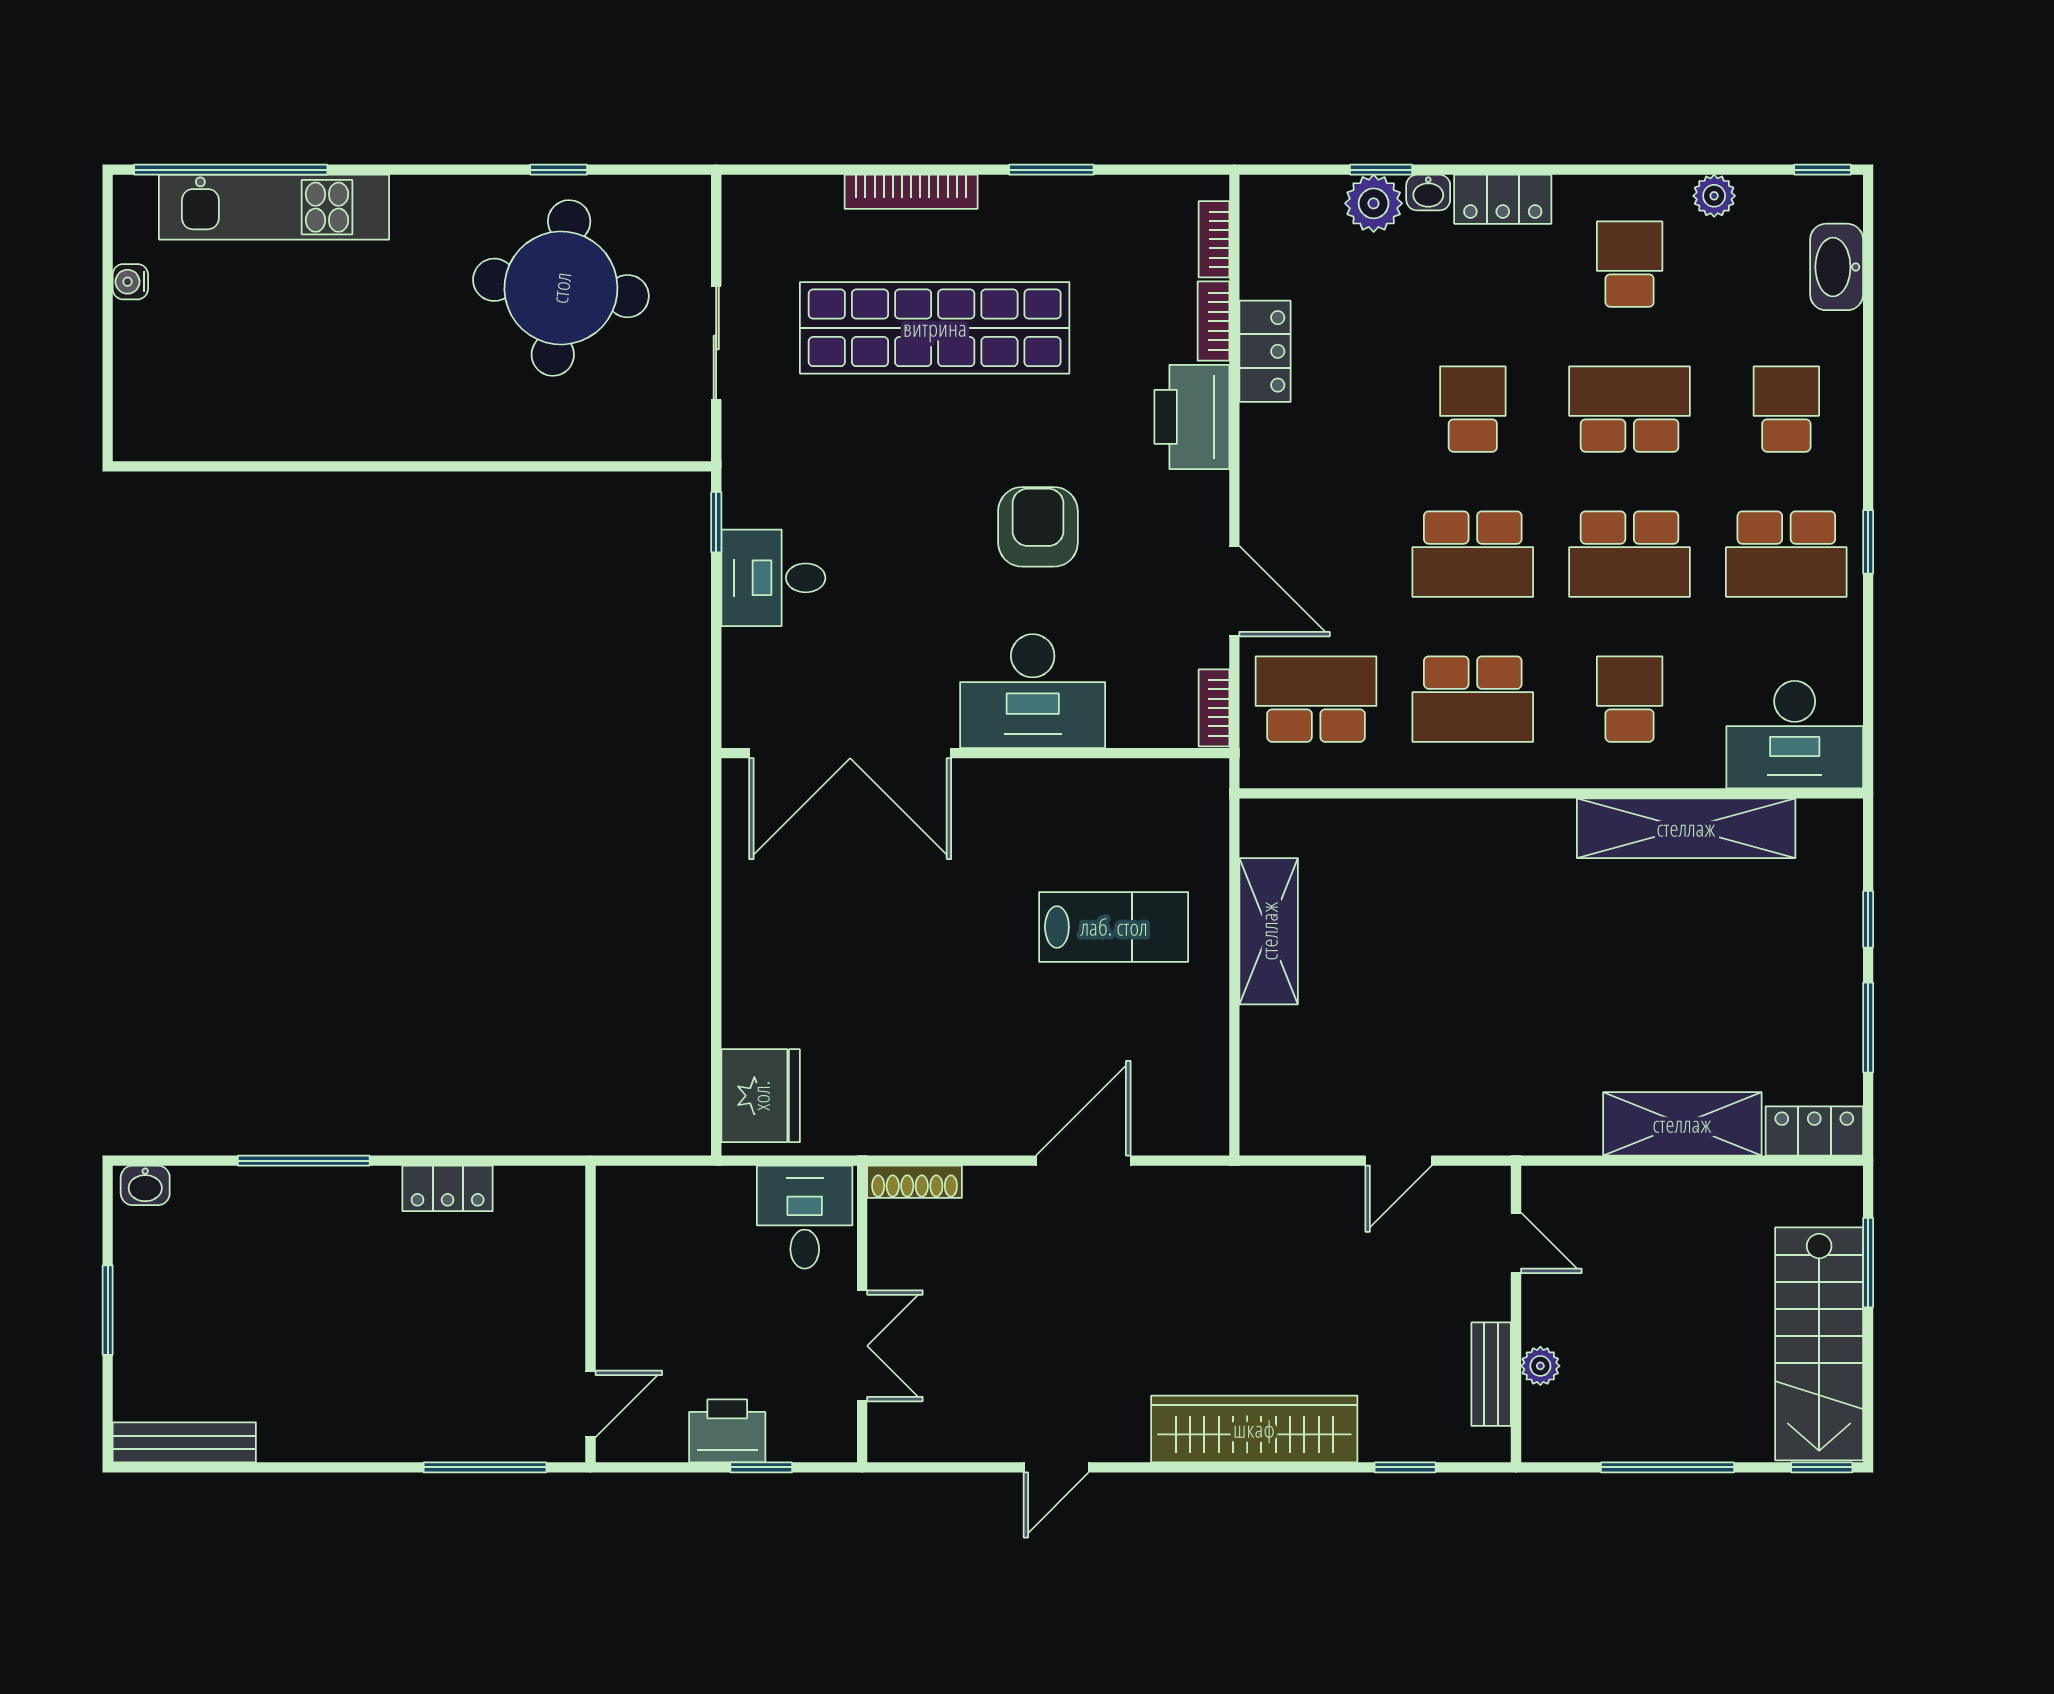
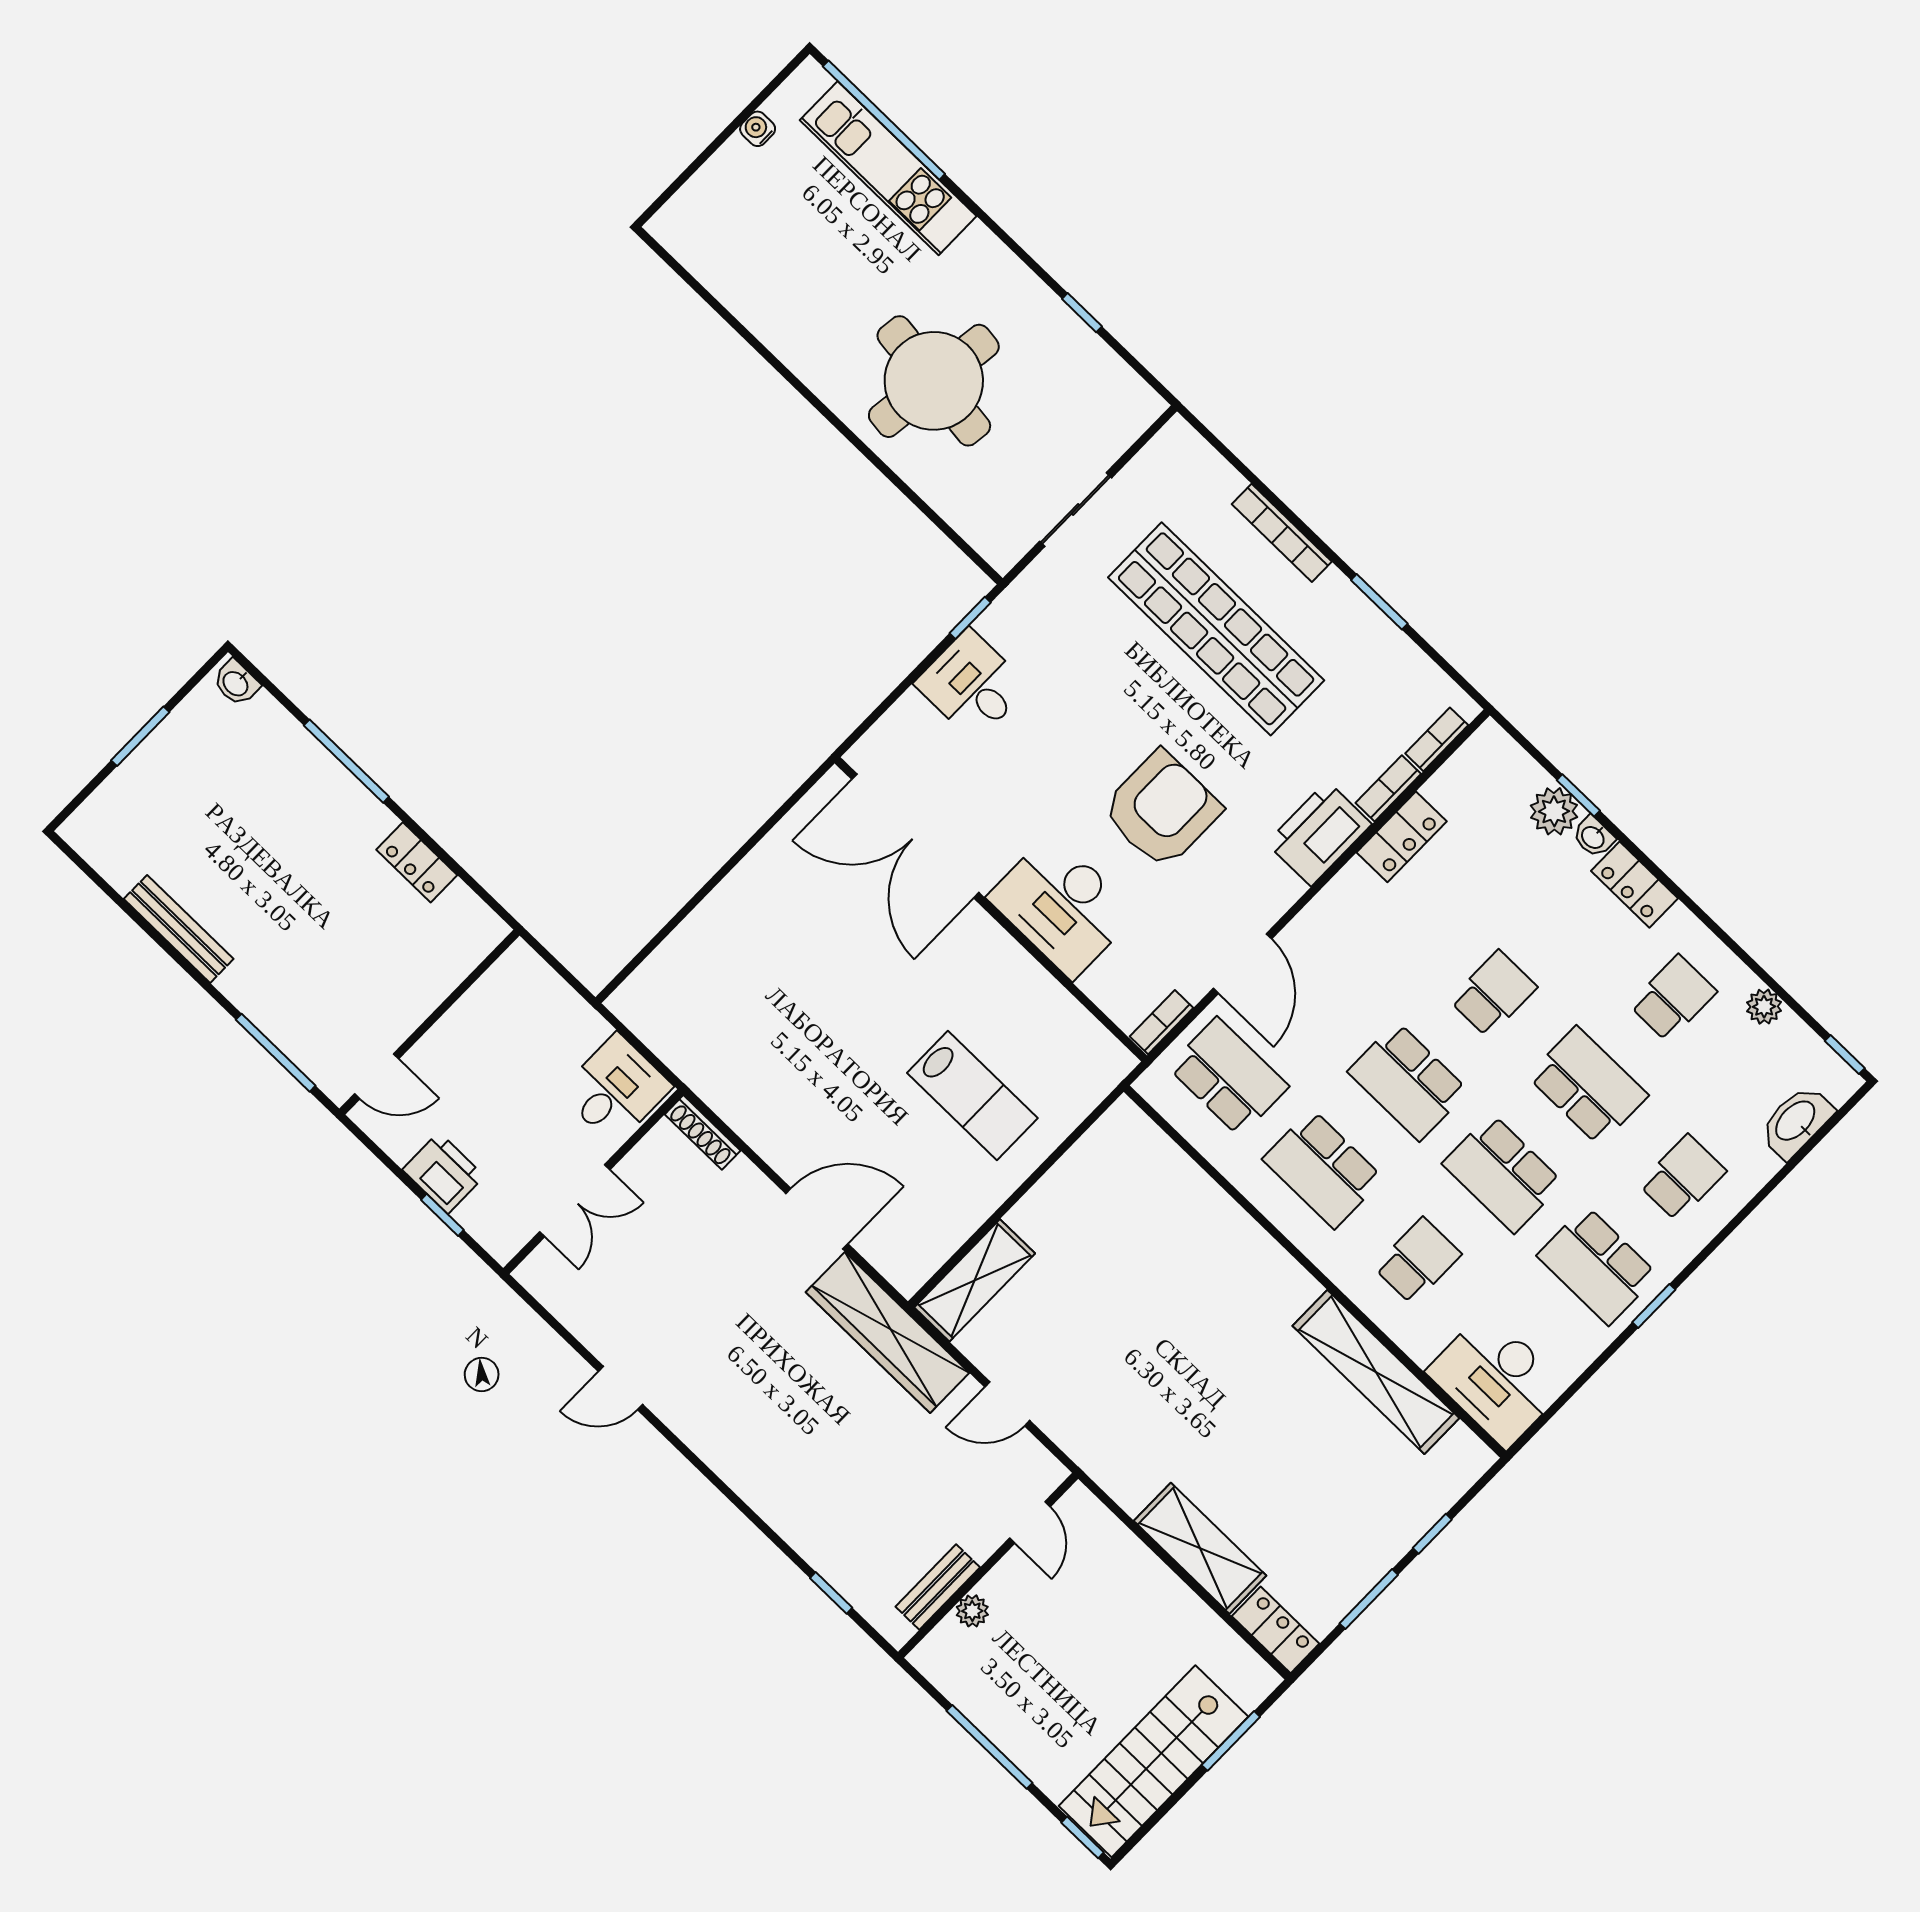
round table: (561, 288) -> (934, 381), moved
armchair: (1038, 527) -> (1162, 810), width x1.36, depth x1.36
shelving: (1269, 931) -> (975, 1280), moved
fridge: (761, 1096) -> (660, 990), removed
wardrobe: (1254, 1429) -> (887, 1332), moved, turned 180
bench: (184, 1442) -> (179, 929), moved

